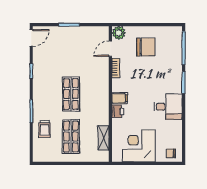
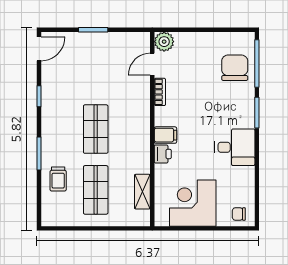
chair: (146, 47) -> (235, 68), moved, turned -90

